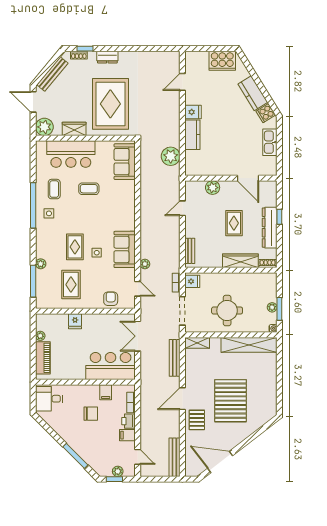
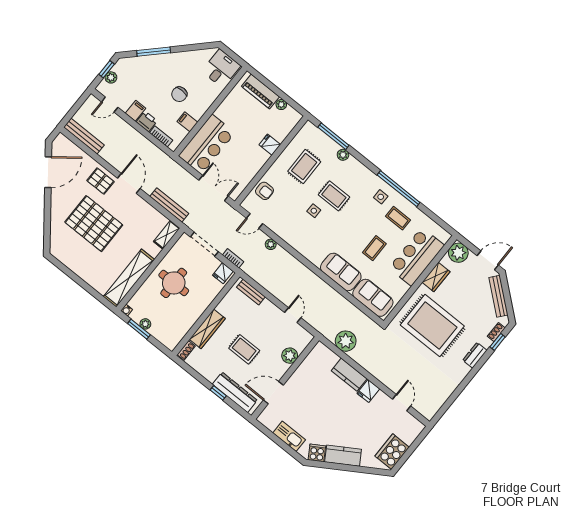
dresser: (270, 228) -> (235, 392), moved
sofa: (125, 249) -> (341, 272), moved
rug: (71, 285) -> (304, 166), turned 90

